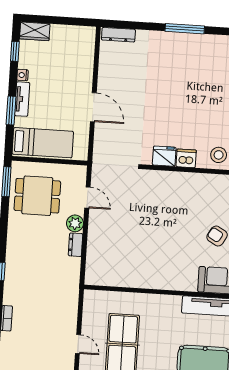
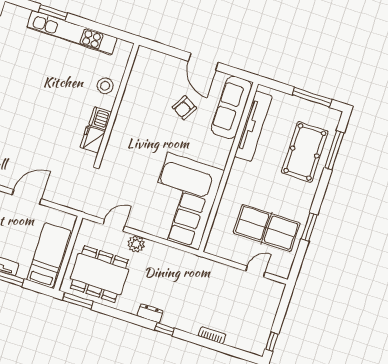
dining table: (37, 196) -> (99, 274), width x1.38
dresser: (76, 245) -> (150, 313), moved, turned 180
corner sofa: (127, 258) -> (183, 201), added

